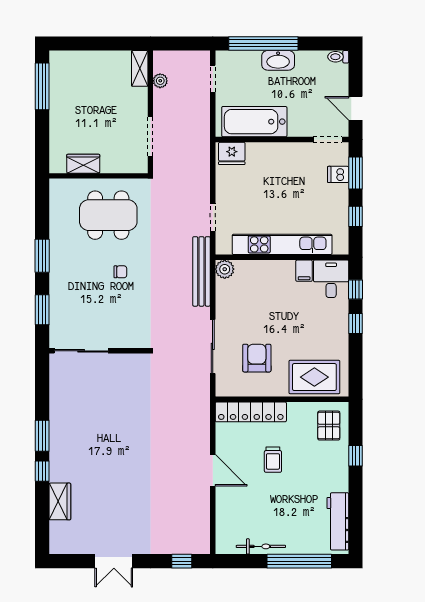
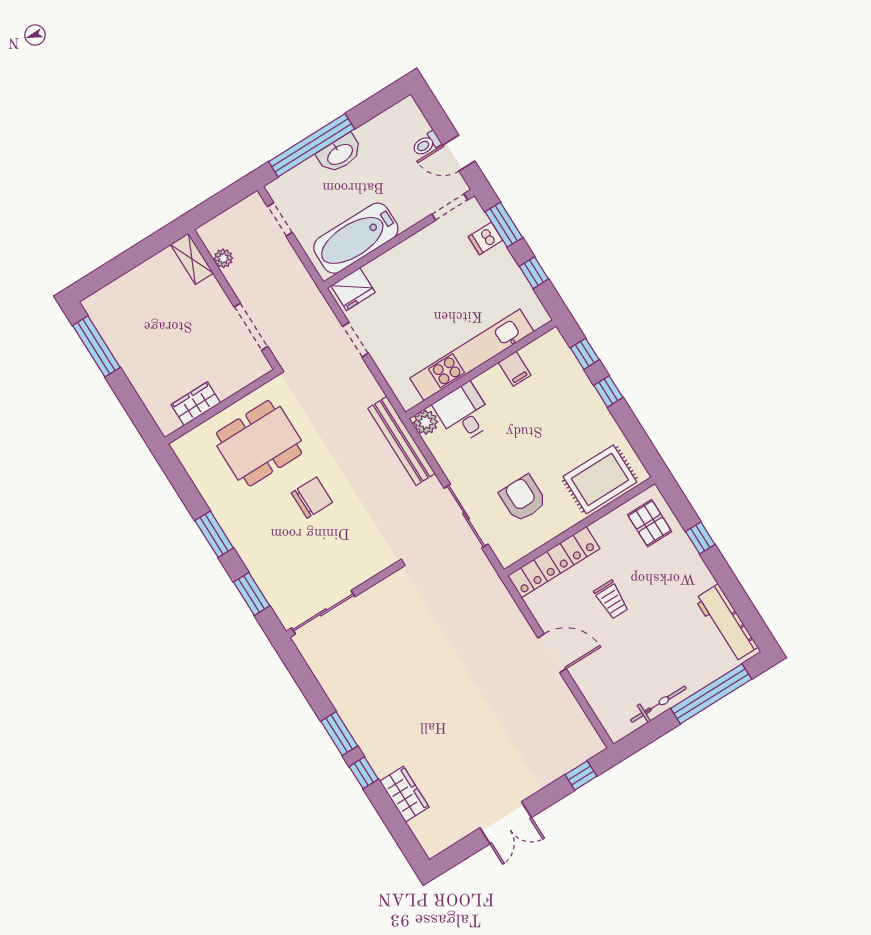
toilet: (338, 57) -> (426, 144), moved
doorway: (213, 217) -> (355, 340), moved
chair: (120, 272) -> (312, 498), width x1.87, depth x1.87
desk: (331, 279) -> (464, 413), moved

